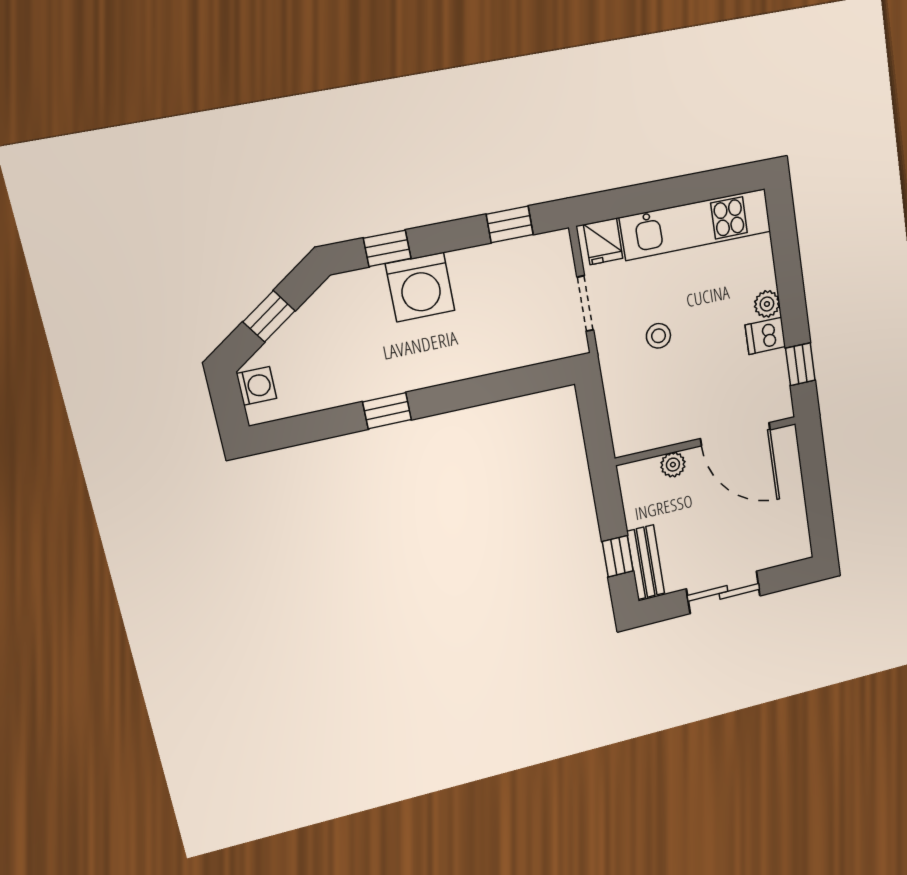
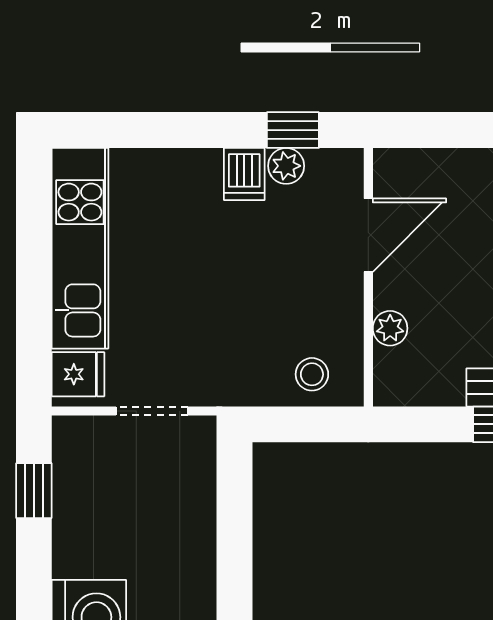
plant: (767, 304) -> (286, 166), moved
stool: (658, 336) -> (312, 374), moved
door: (735, 434) -> (368, 235), width x0.73

